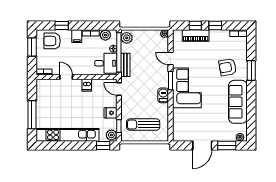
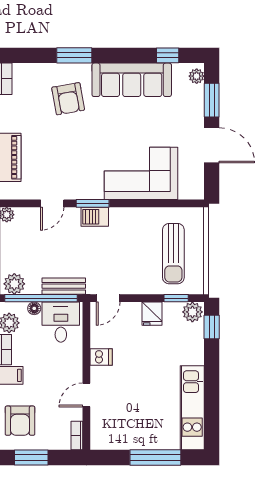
corner sofa: (187, 88) -> (141, 173), moved
barbecue: (163, 95) -> (95, 217), moved
window: (251, 121) -> (168, 55), added
kitchen unit: (67, 135) -> (192, 408), width x0.73

